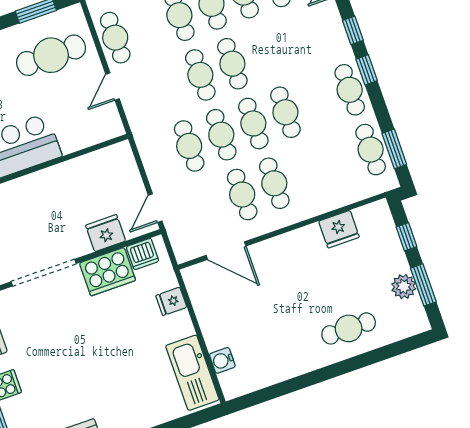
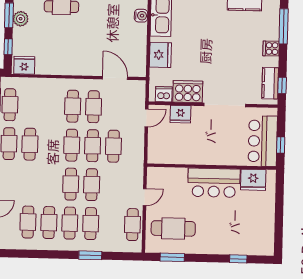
cafe table: (285, 112) -> (30, 144), moved
fridge: (339, 229) -> (24, 65), moved
fridge: (171, 301) -> (160, 55), width x1.88, depth x1.34

